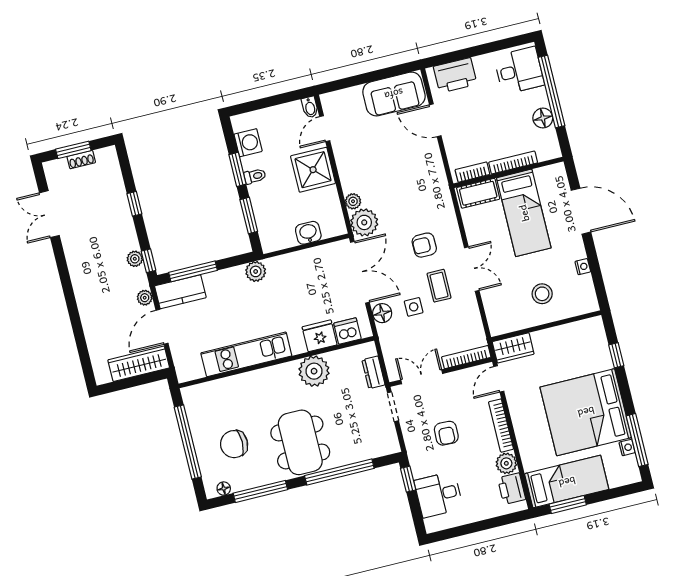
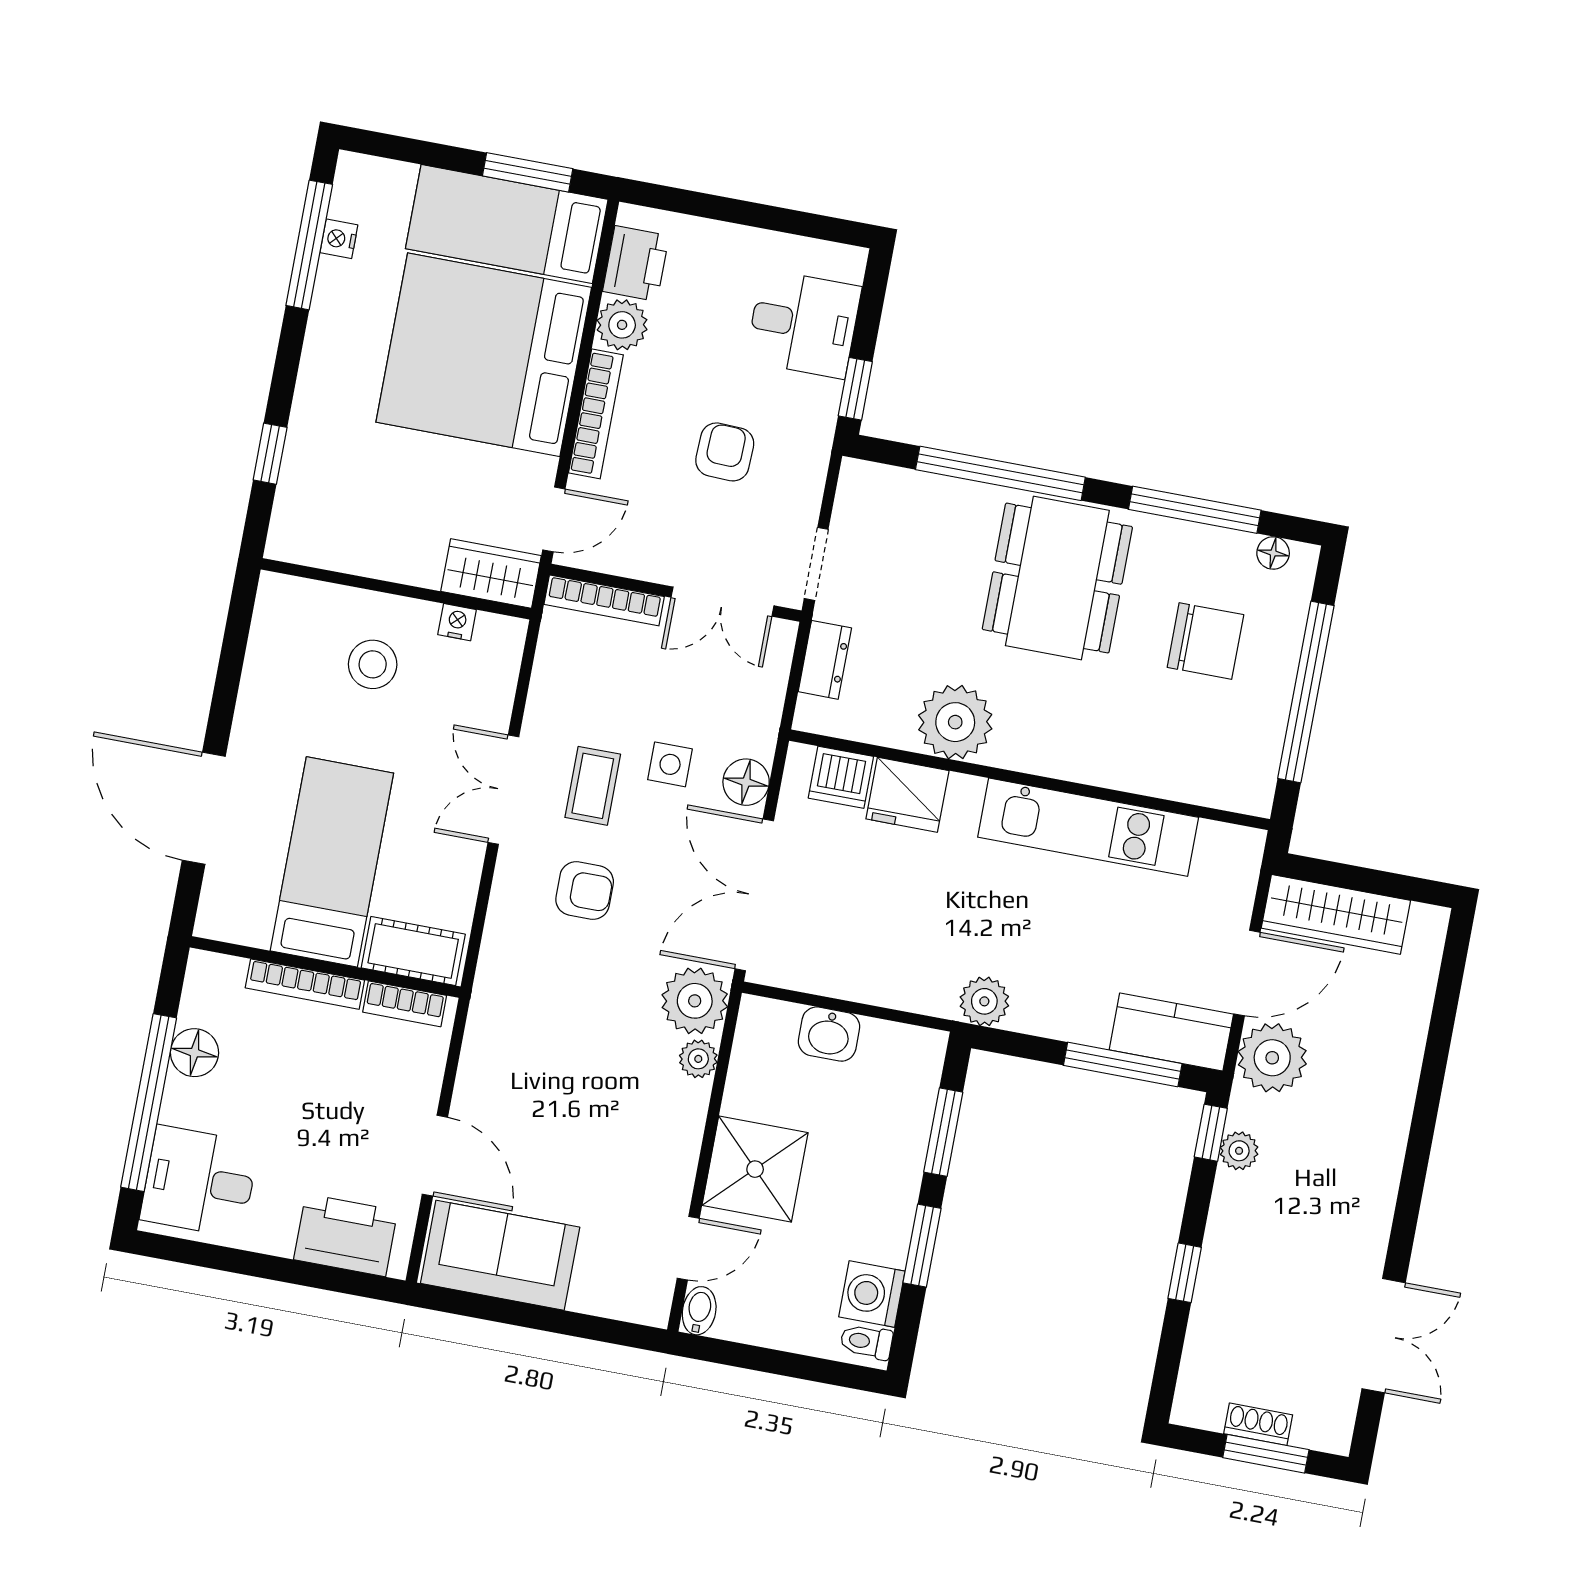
toilet: (255, 176) -> (866, 1342), moved
nightstand: (583, 267) -> (457, 622), moved, turned 90
plant: (145, 298) -> (1272, 1058), width x1.87, depth x1.87
bed: (586, 412) -> (484, 355), moved, turned 180

